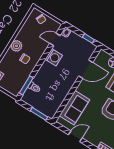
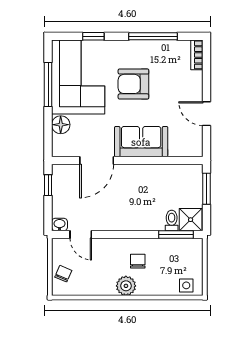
washing machine: (54, 57) -> (108, 219), removed
door: (86, 69) -> (97, 161), swing flipped
shower: (29, 97) -> (191, 220), added
sofa: (74, 108) -> (141, 142), moved

